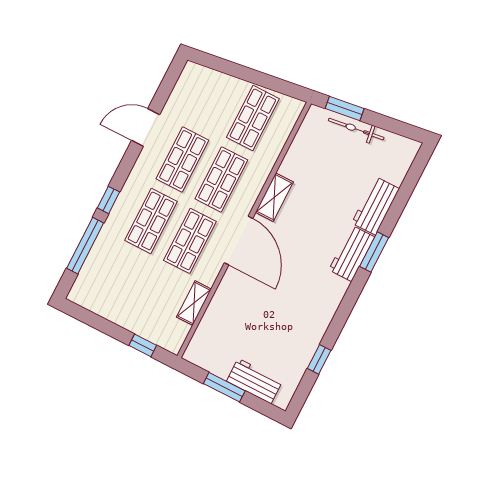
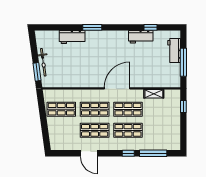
shelving: (274, 197) -> (91, 82), removed
workbench: (352, 253) -> (141, 37), moved
window: (224, 387) -> (183, 62), width x1.44

